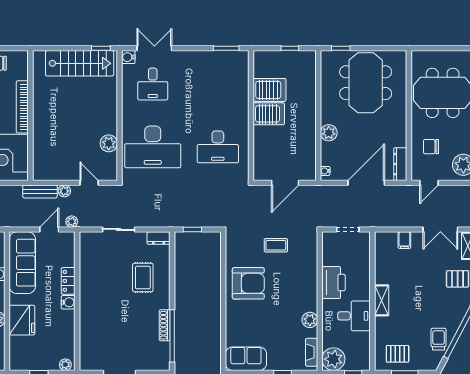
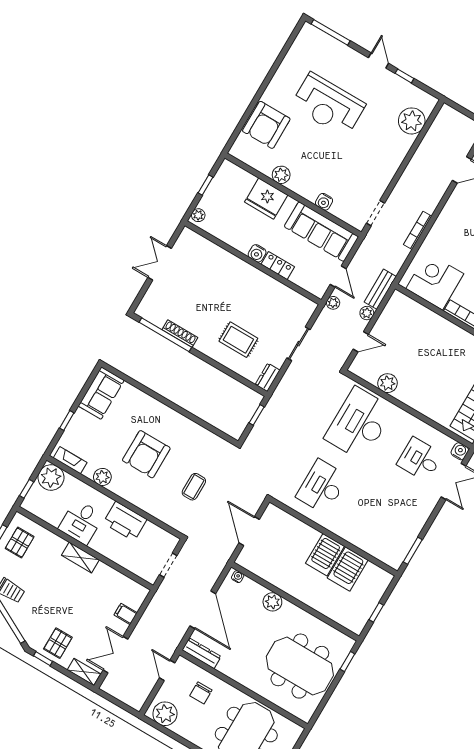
chair: (431, 147) -> (201, 693), turned 180
armchair: (248, 283) -> (146, 454), moved

